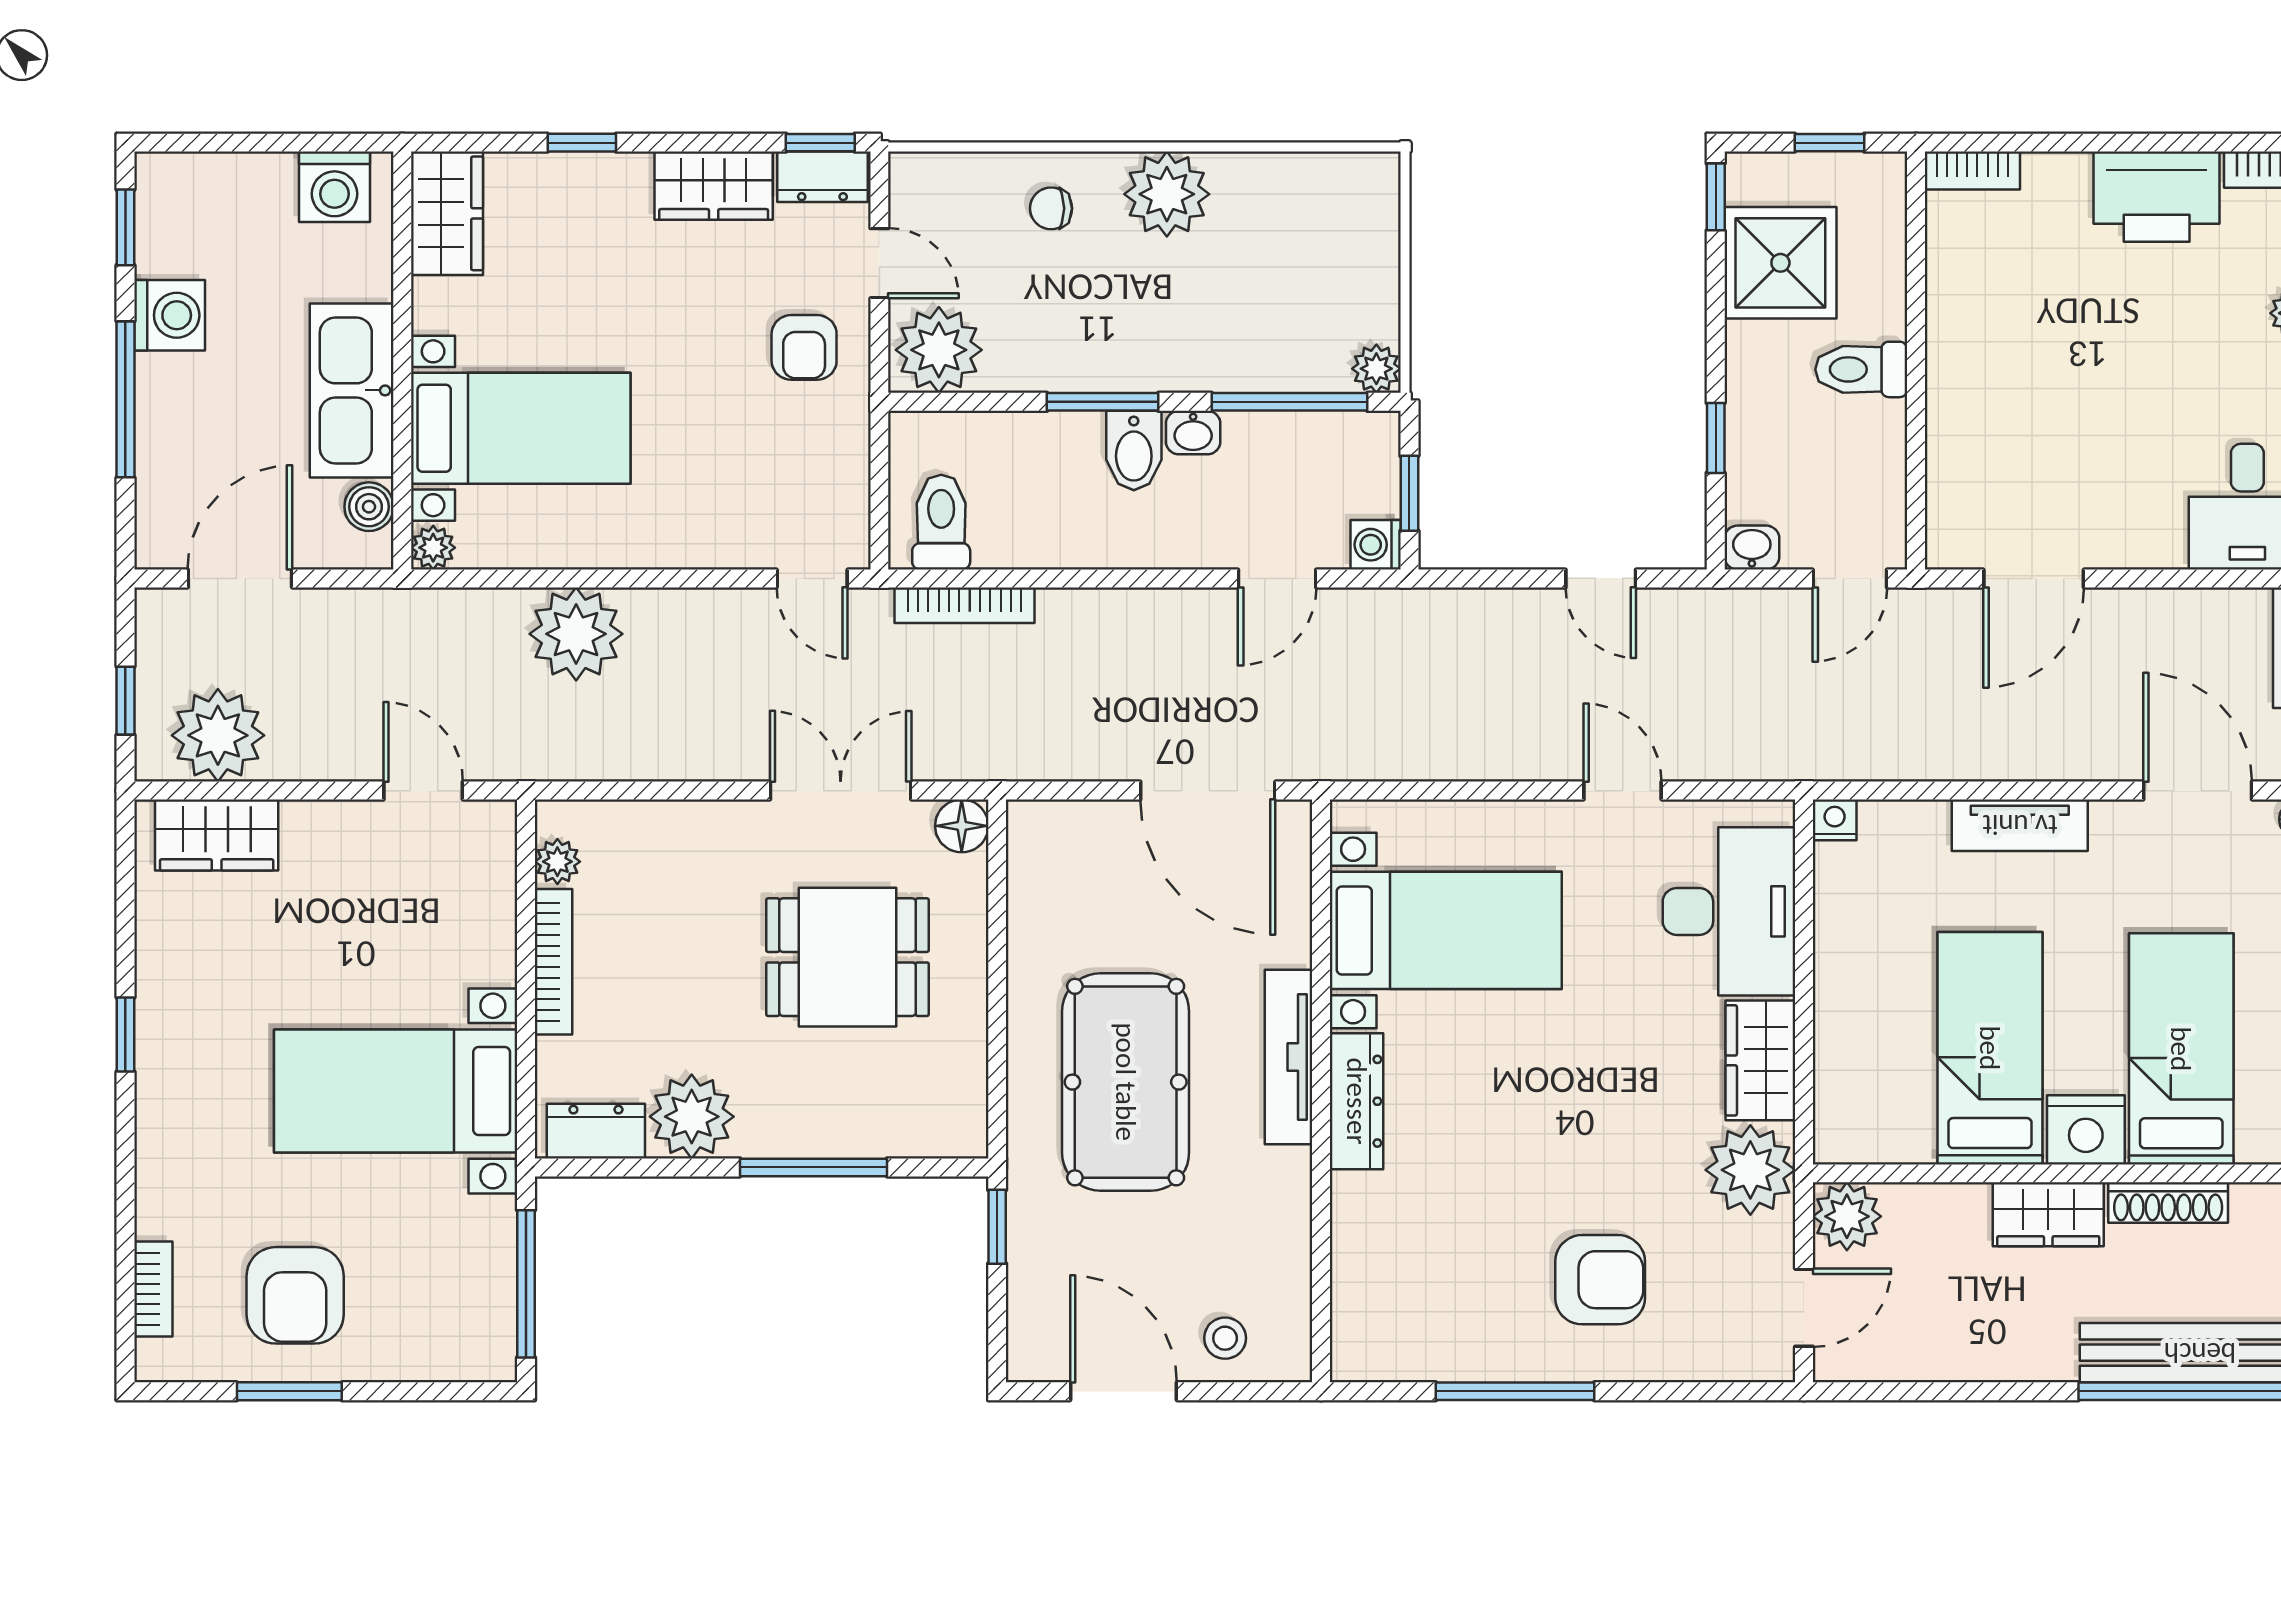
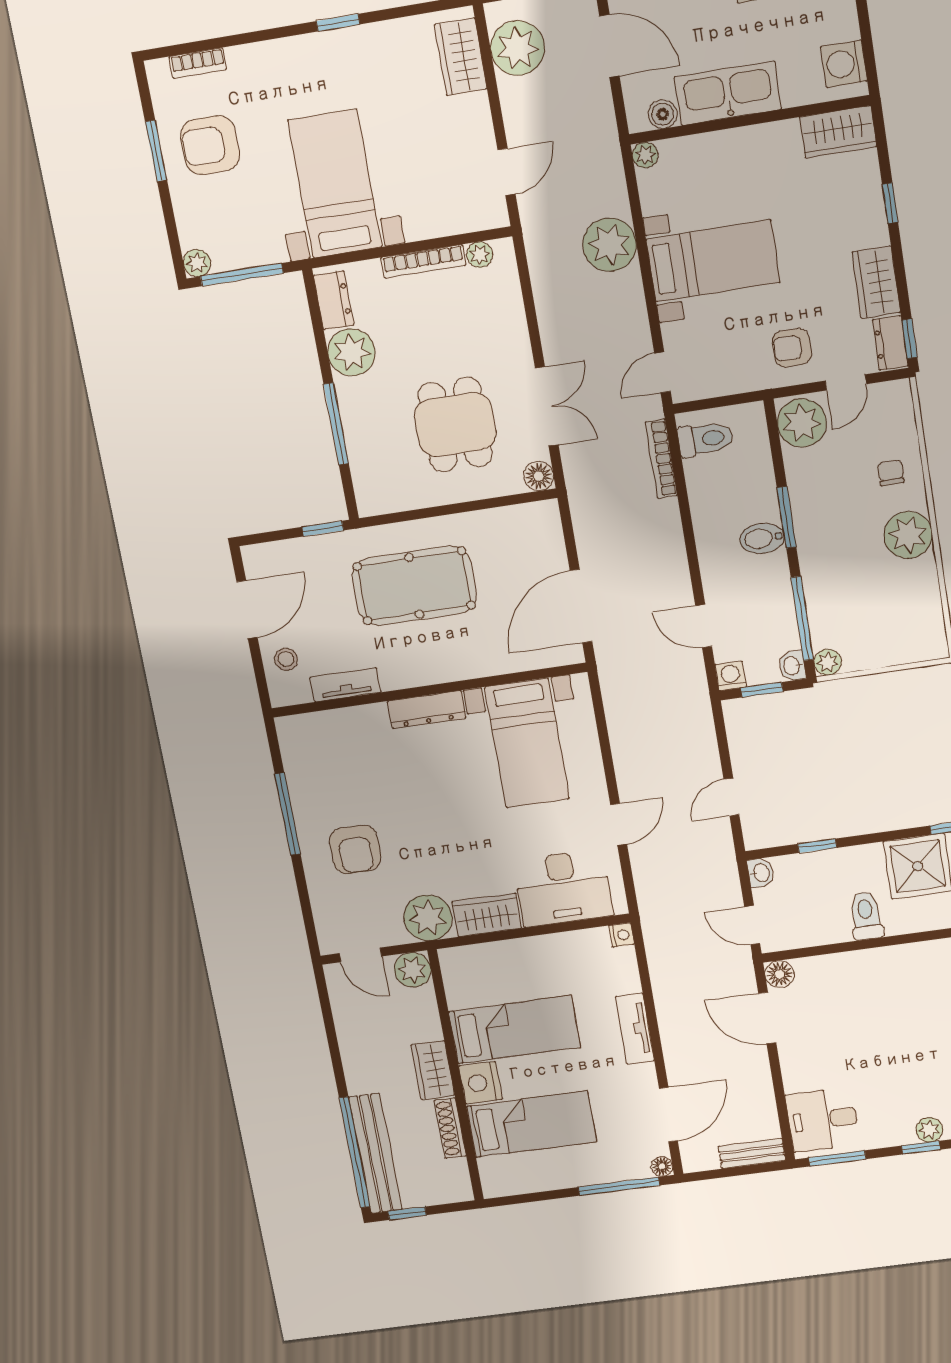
bed with nightstands: (521, 428) -> (713, 261), moved, turned -90
washbasin: (1193, 433) -> (792, 666), moved
floor lamp: (1951, 543) -> (780, 974), added
tv unit: (1289, 1057) -> (345, 685), moved, width x0.71
plant: (493, 1358) -> (197, 263), added

